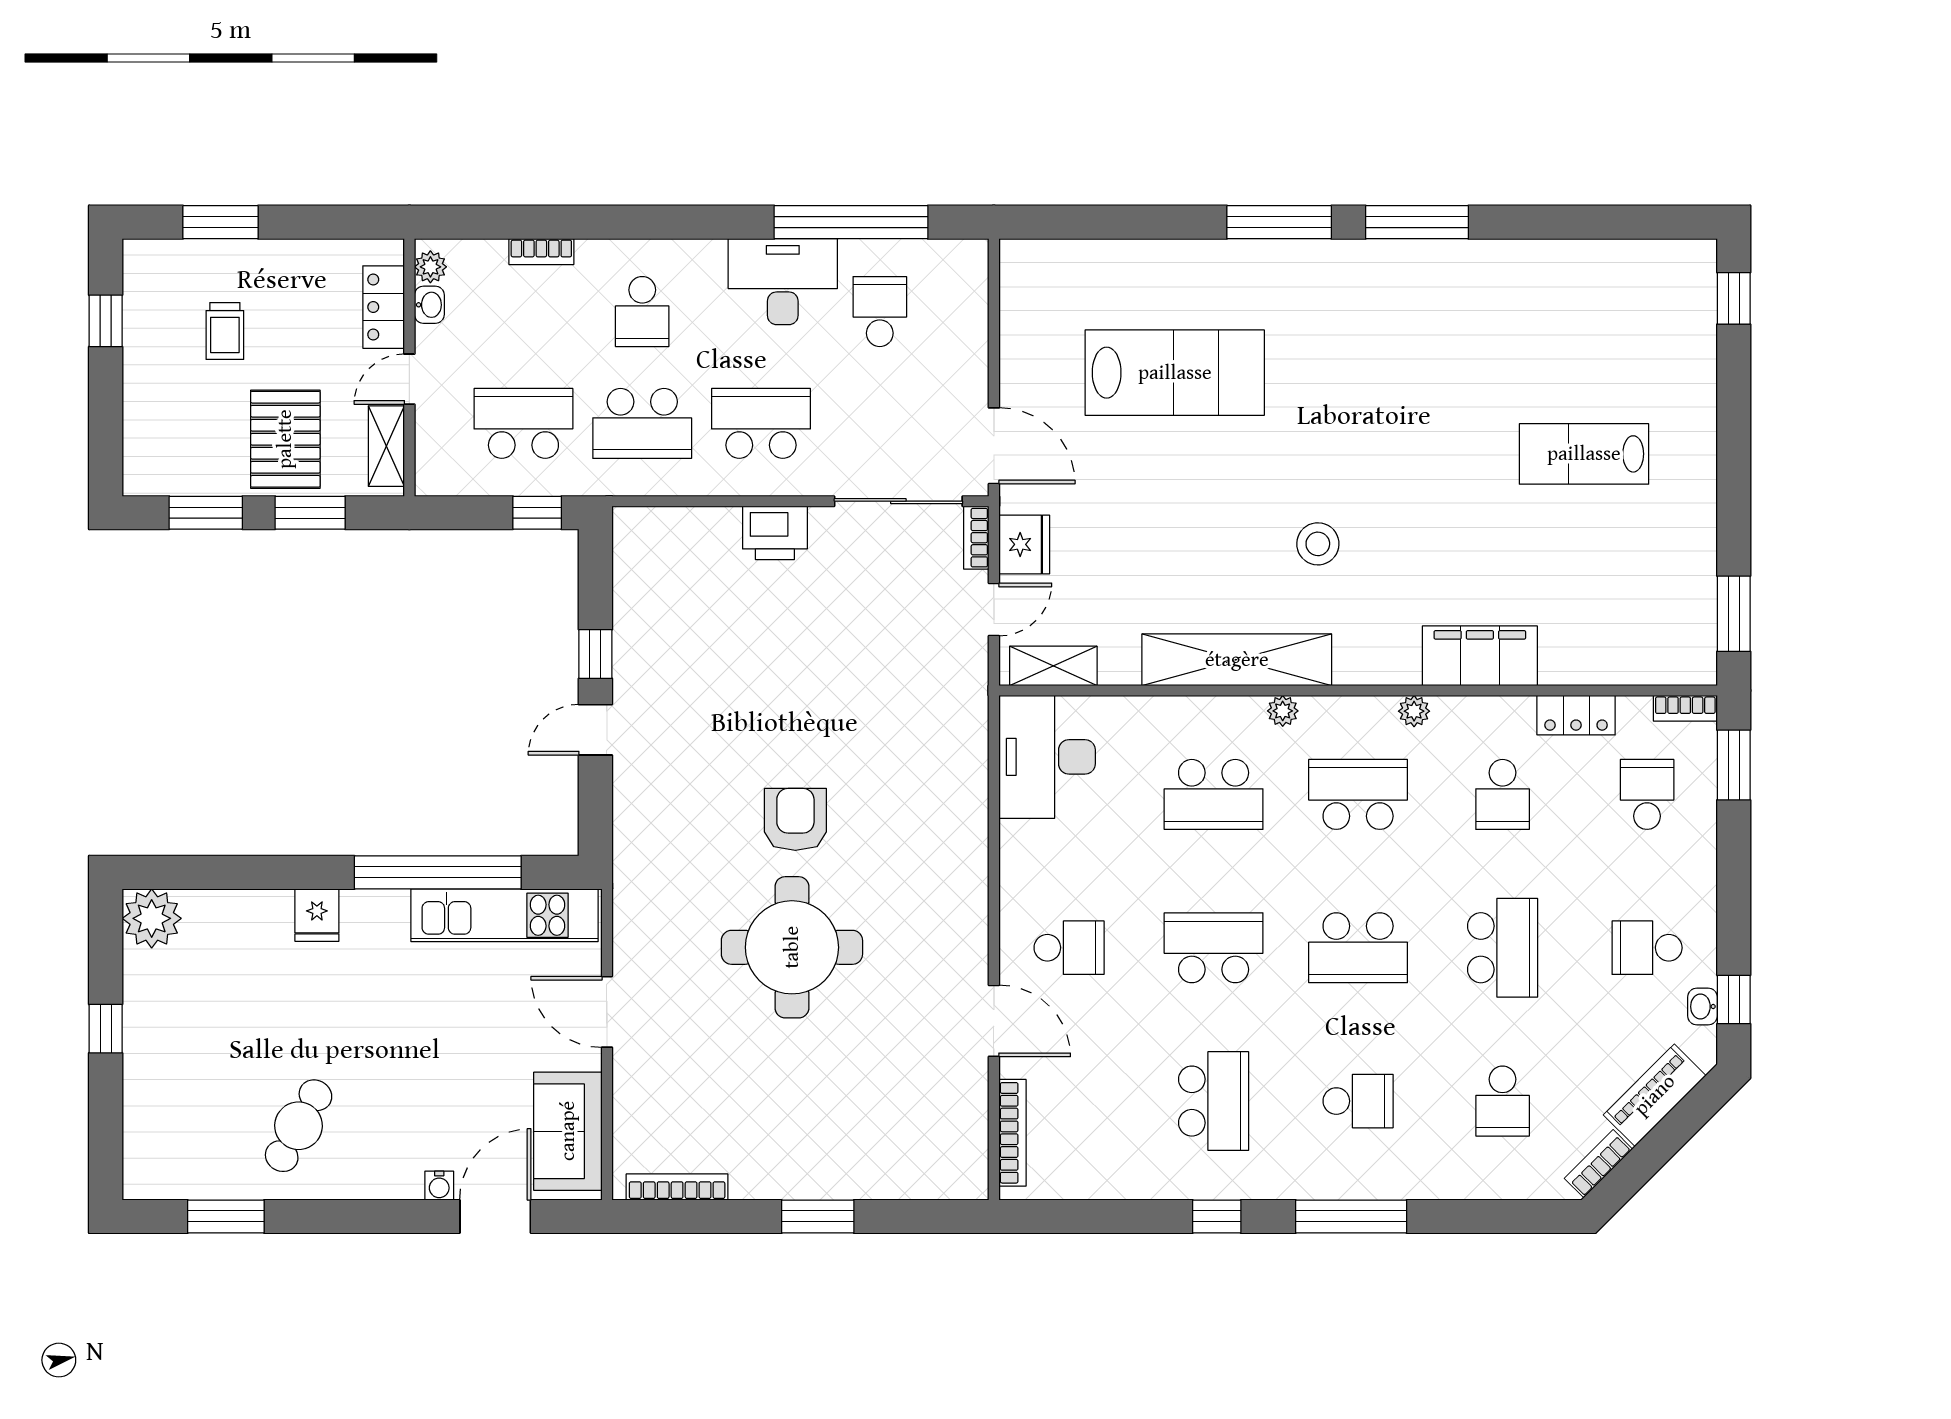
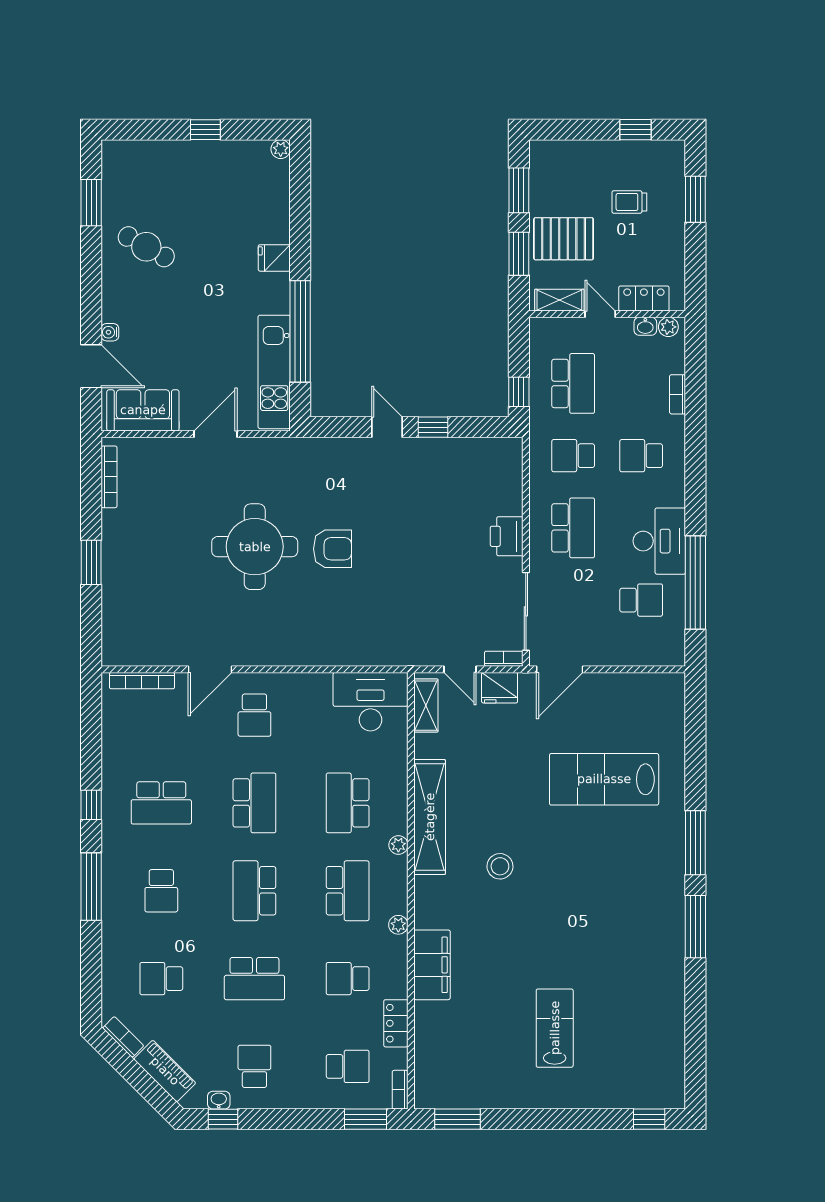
lab bench: (1175, 373) -> (604, 779), turned 90
school desk: (642, 423) -> (573, 456), width x0.54
plant: (152, 918) -> (281, 149), width x0.53, depth x0.53

